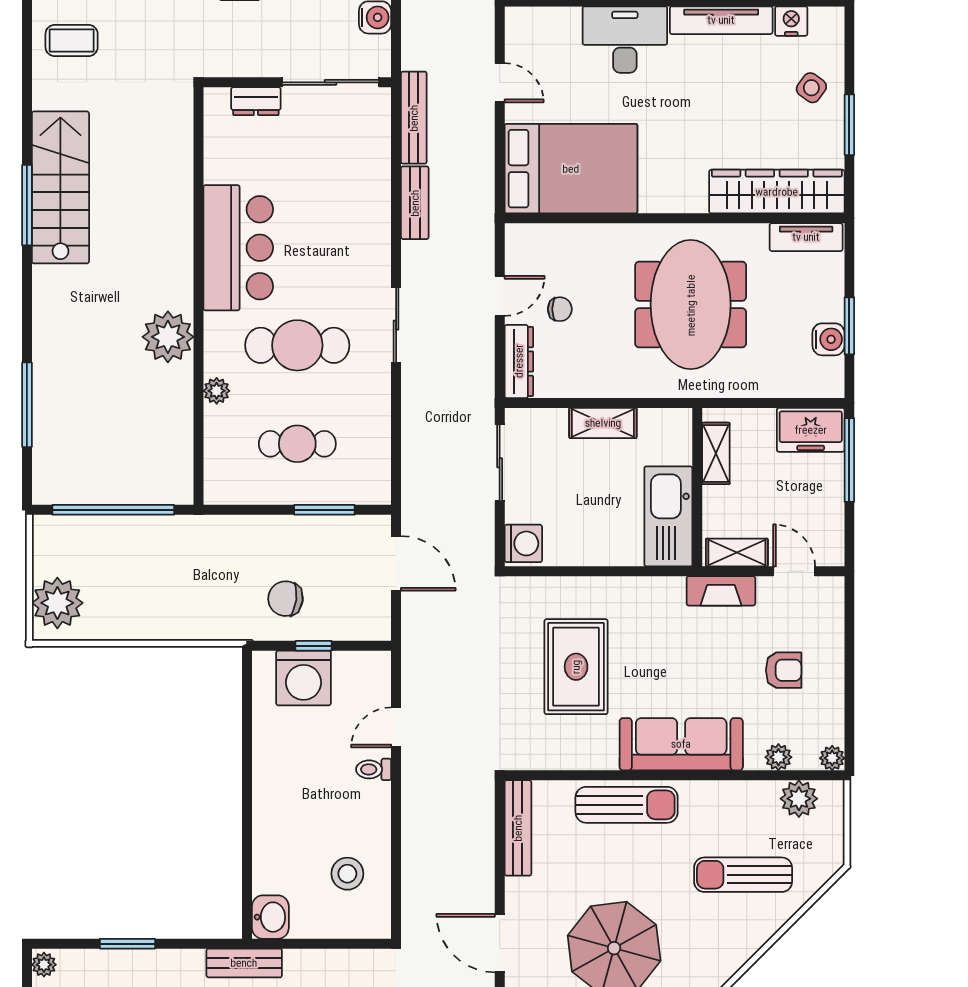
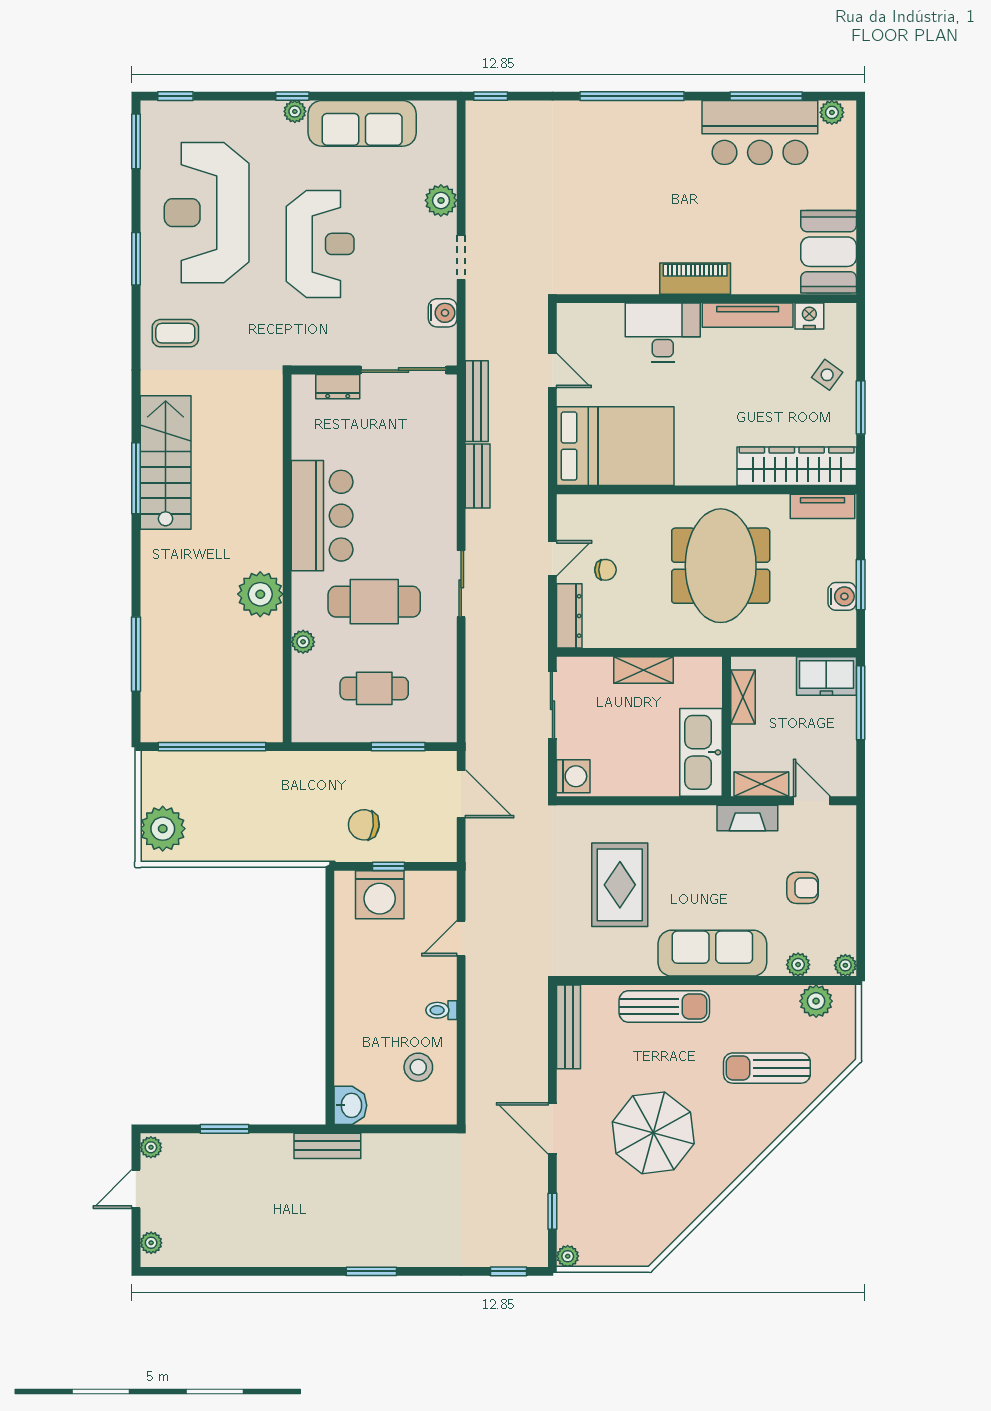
toilet: (374, 769) -> (441, 1010), moved

